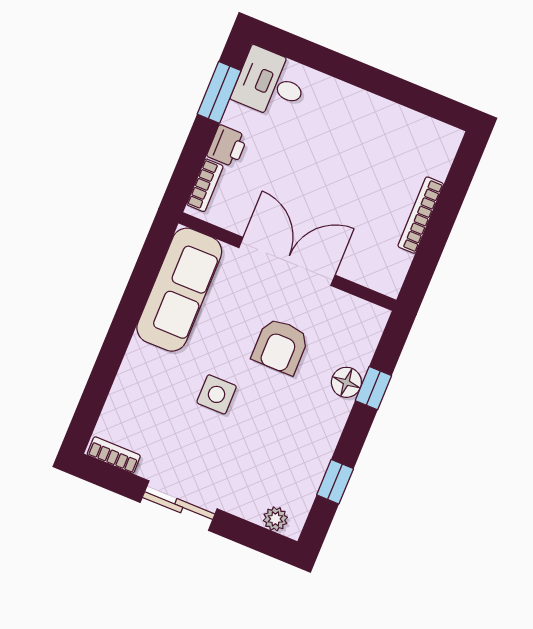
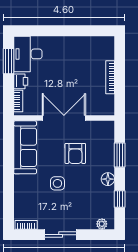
desk: (271, 84) -> (28, 54), width x1.37
floor lamp: (346, 382) -> (108, 179), moved
window: (373, 388) -> (120, 155), width x1.50

